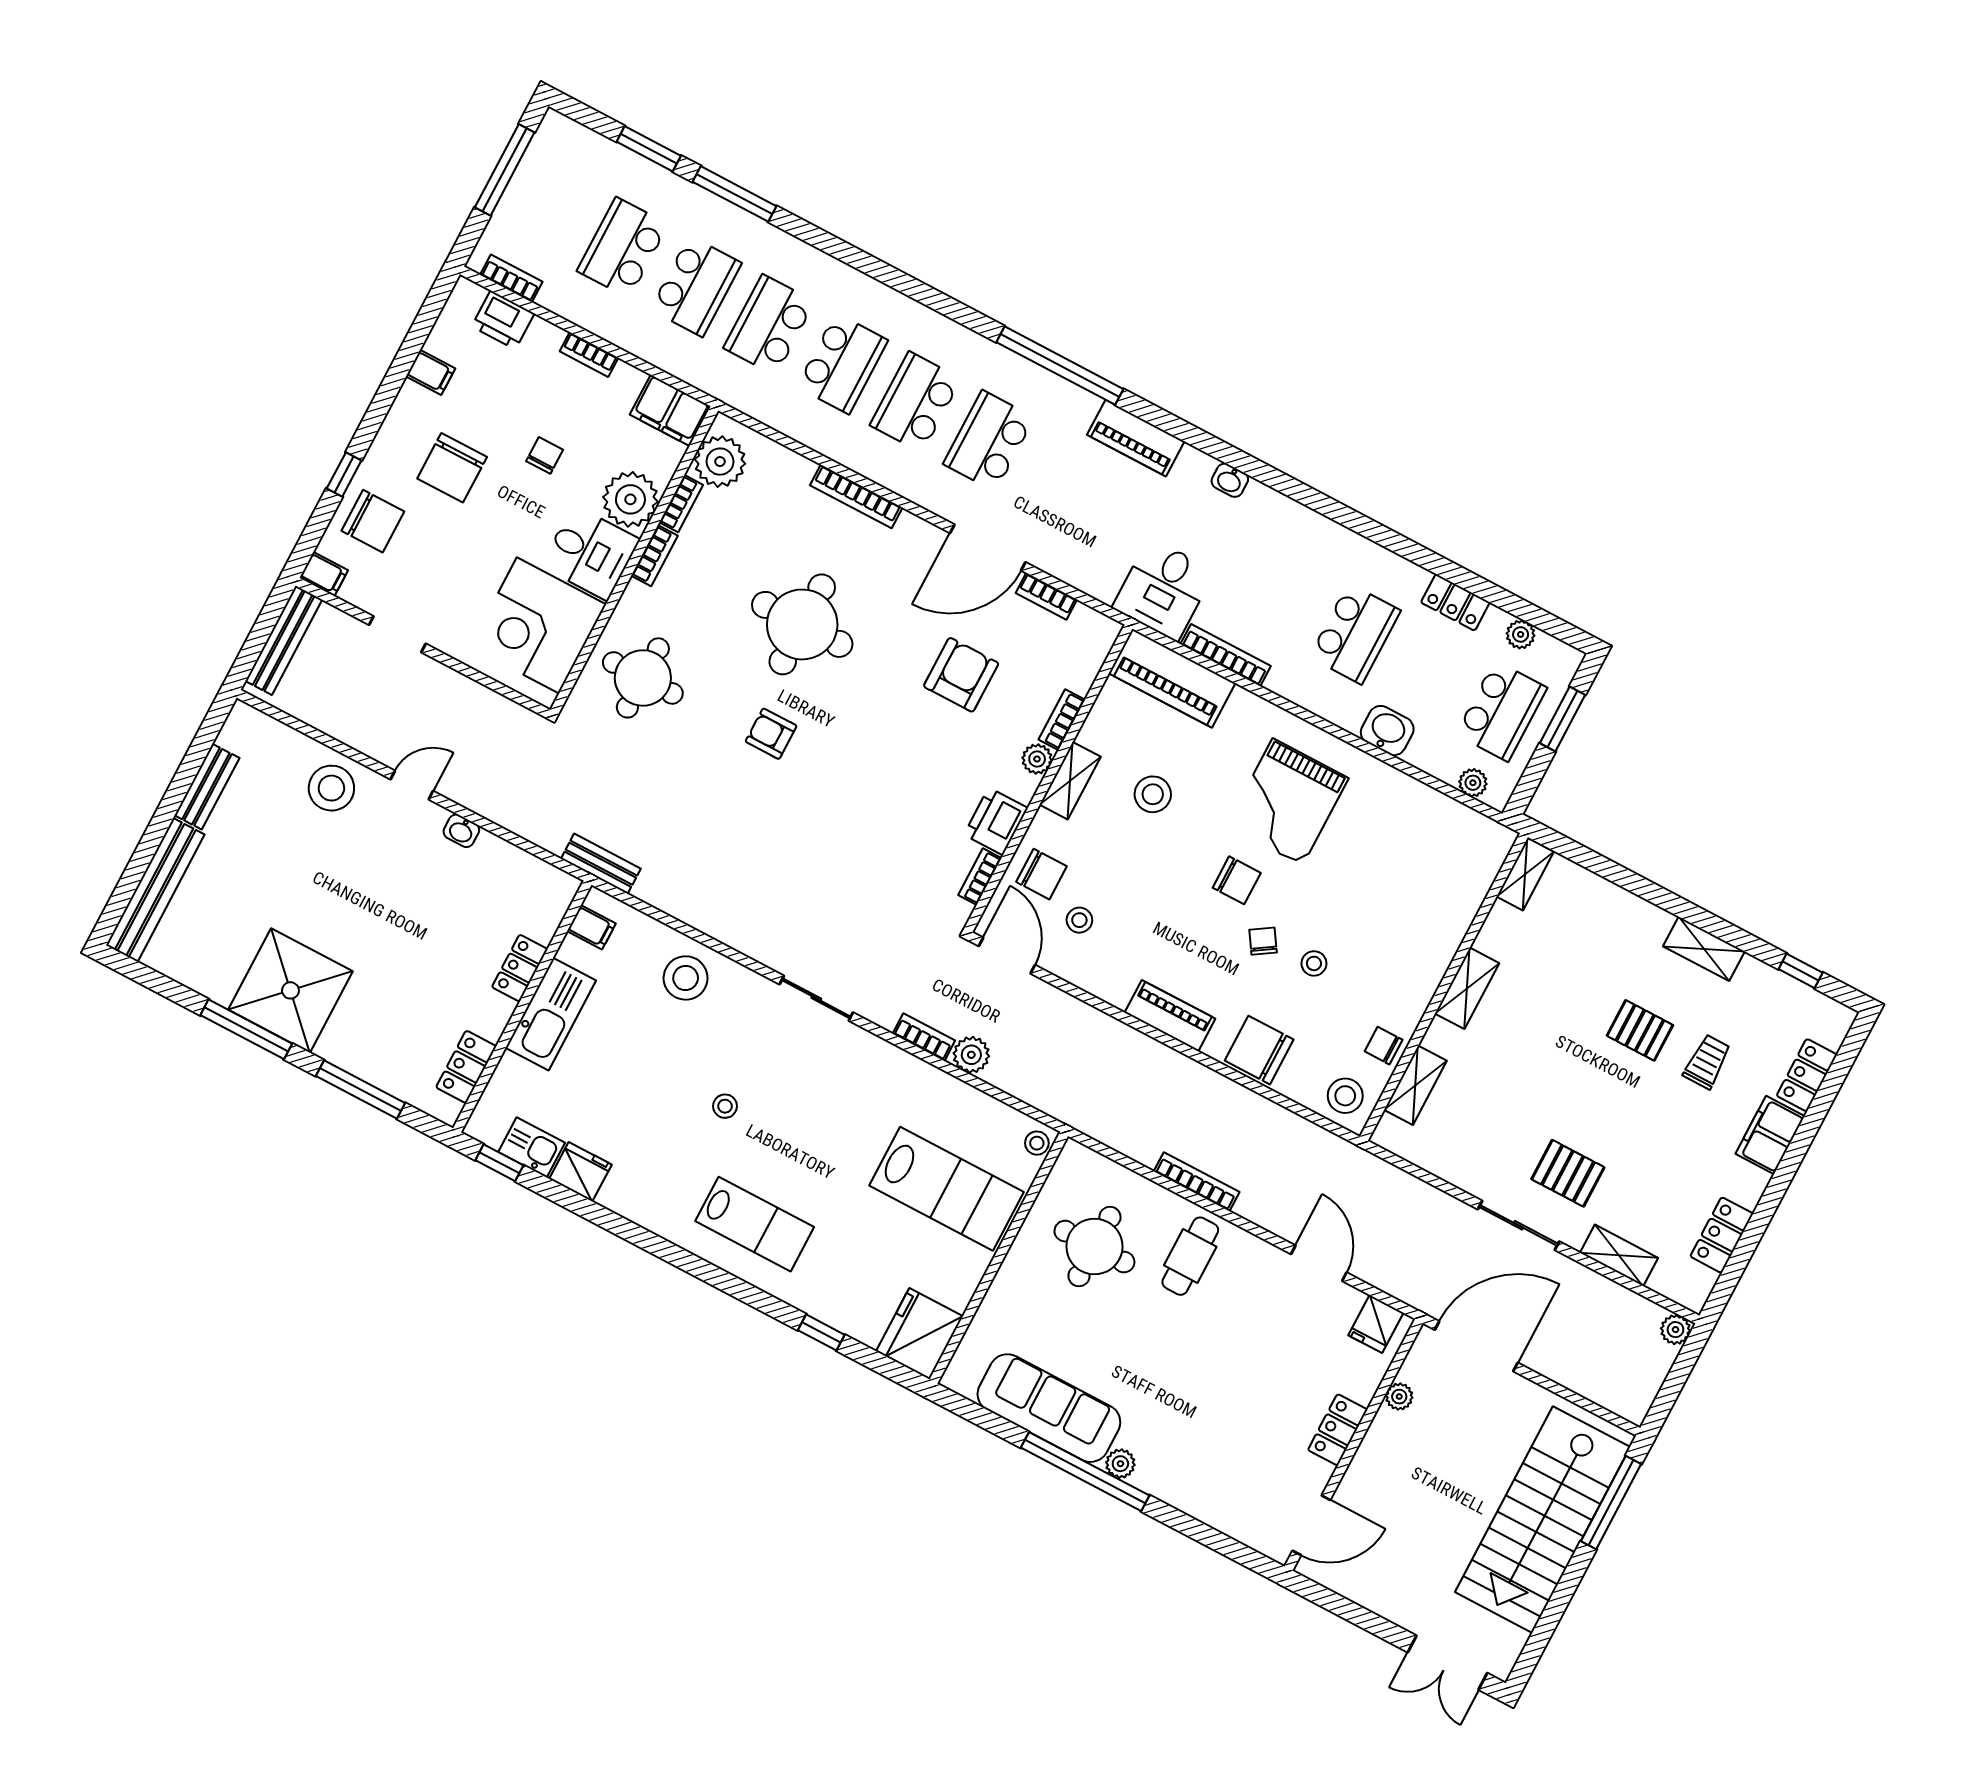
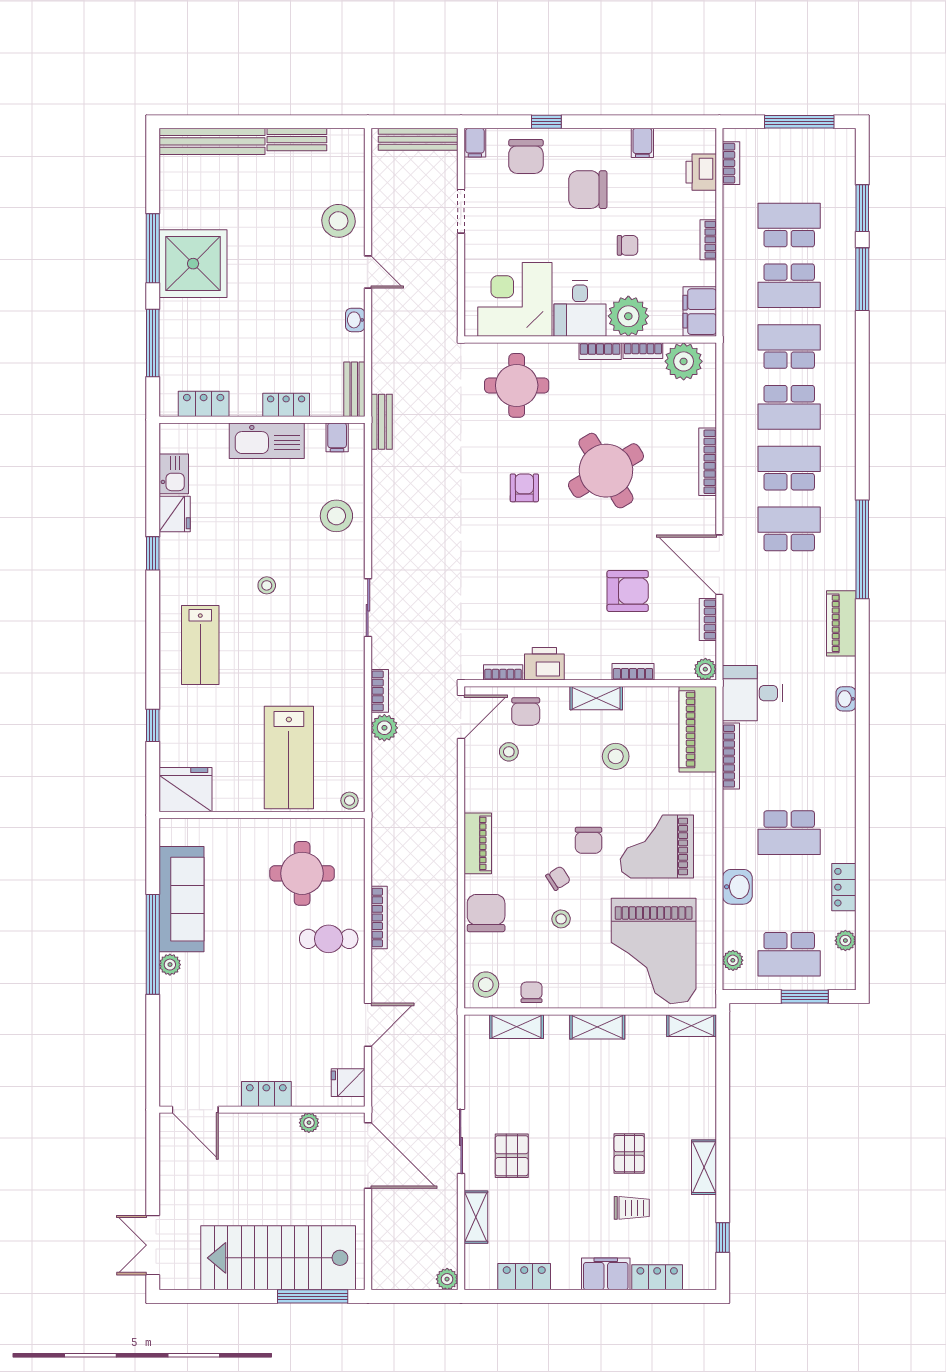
round table: (802, 624) -> (606, 471), turned -31
plant: (1037, 759) -> (705, 669), moved
grand piano: (1411, 872) -> (654, 951), added
bench: (544, 876) -> (354, 389), added
window: (499, 1163) -> (153, 553), moved

